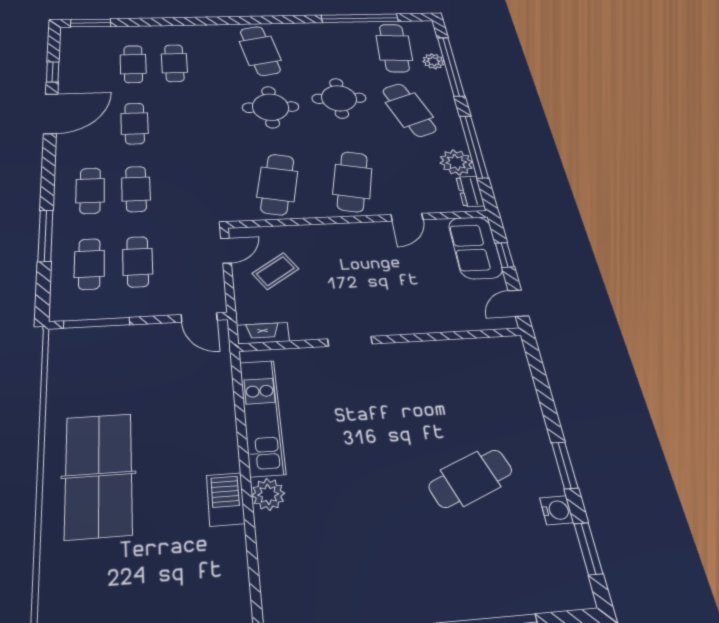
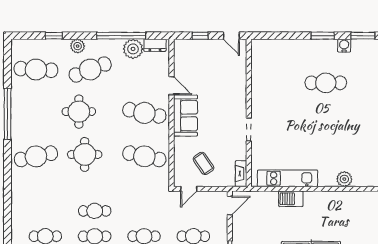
window: (360, 18) -> (8, 114), moved
plant: (433, 61) -> (78, 46), moved
cafe table: (174, 63) -> (95, 211), moved
window: (451, 66) -> (54, 36), width x0.32
sofa: (475, 247) -> (185, 116), moved, turned -90
door: (226, 251) -> (189, 189), swing flipped
cafe table: (471, 478) -> (326, 83), turned -68
plant: (268, 494) -> (344, 179), moved
barbecue: (226, 499) -> (291, 199), moved

